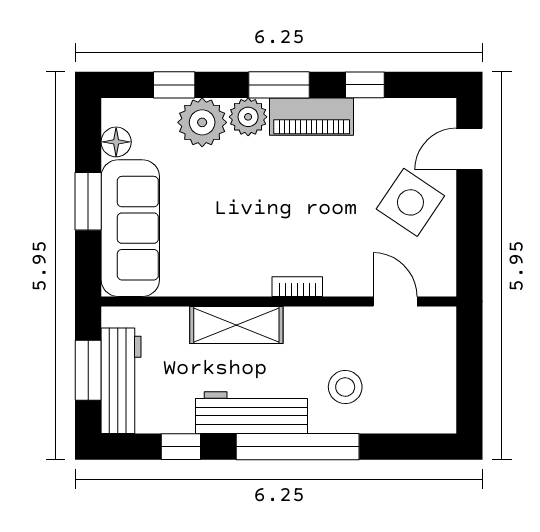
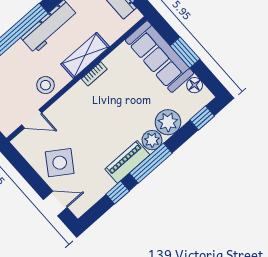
window: (174, 85) -> (202, 118), moved
window: (279, 85) -> (151, 163), width x1.44
door: (469, 149) -> (55, 204), hinge flipped
bookcase: (297, 287) -> (94, 74), moved
stool: (345, 387) -> (45, 85), moved

